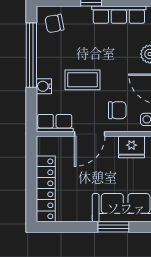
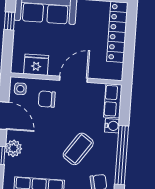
coffee table: (82, 80) -> (78, 149), moved, turned -55
row of seats: (55, 123) -> (113, 101), moved, turned 90

